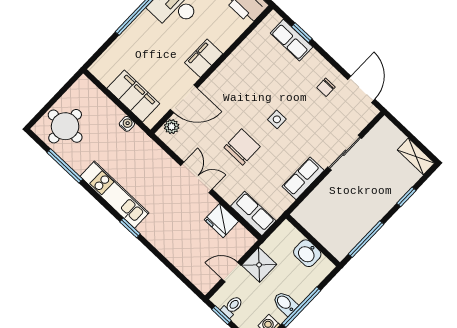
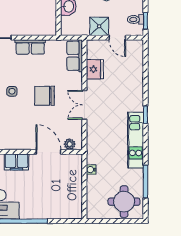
filing cabinet: (133, 96) -> (73, 180), removed

